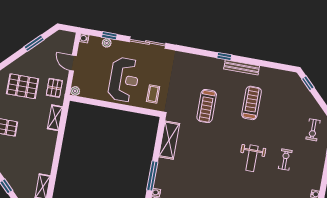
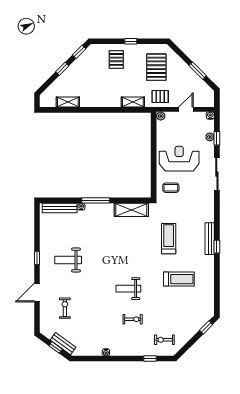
bench: (242, 67) -> (210, 239), moved
reception desk: (124, 80) -> (179, 159), turned 180
treadmill: (207, 106) -> (169, 239), turned 90

